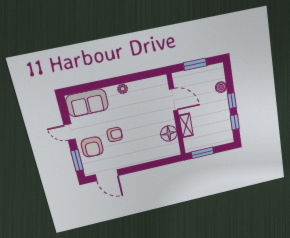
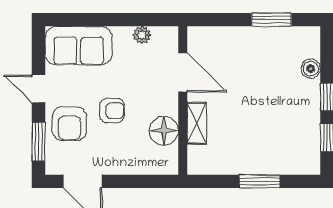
door: (174, 100) -> (183, 72), moved
wall: (176, 115) -> (183, 100), moved
shelving: (186, 125) -> (197, 123), moved
floor lamp: (169, 133) -> (164, 131), moved

